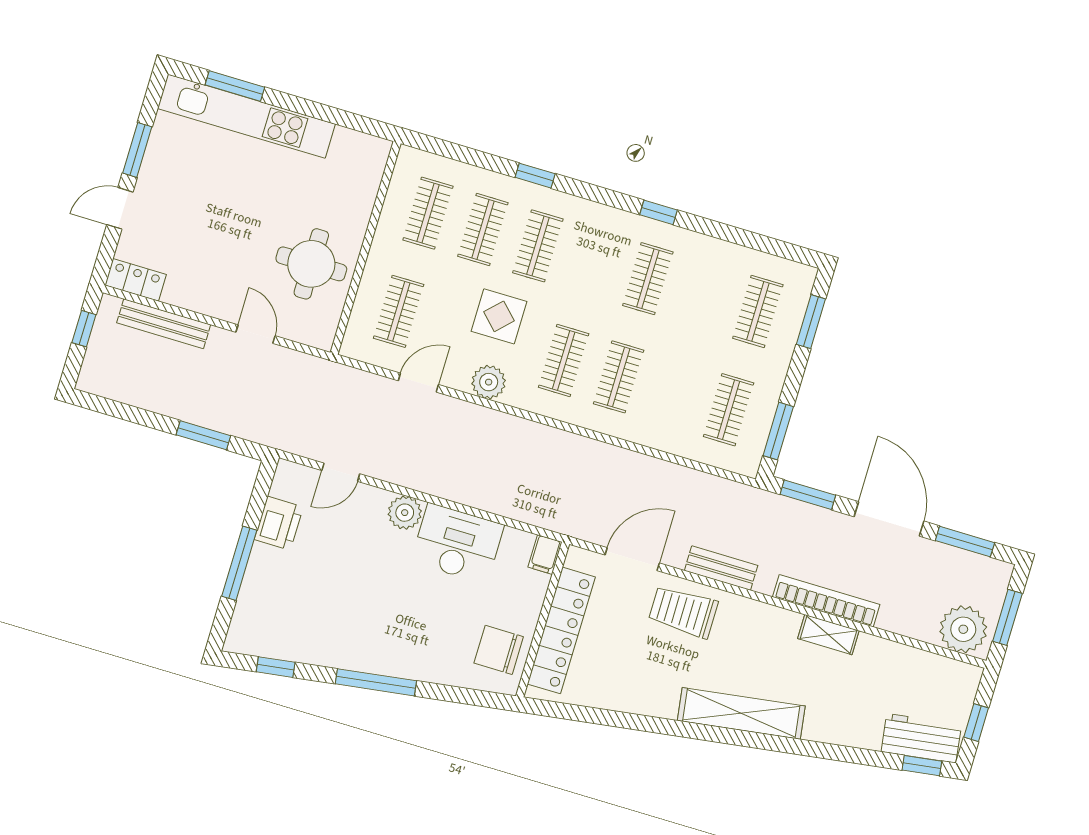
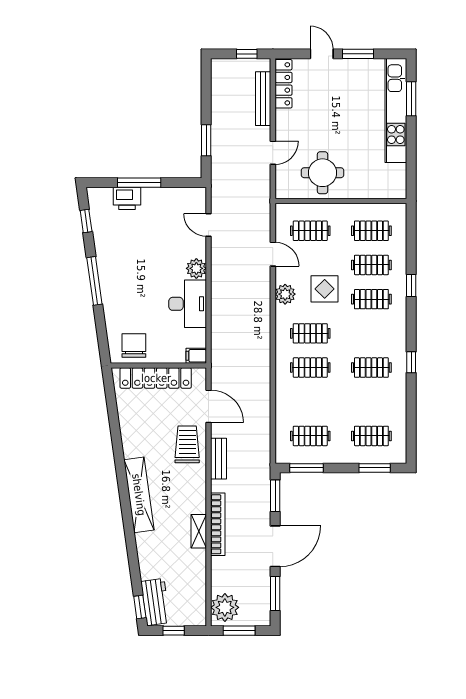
locker: (136, 280) -> (283, 84), width x1.53
printer: (279, 523) -> (127, 198), moved

